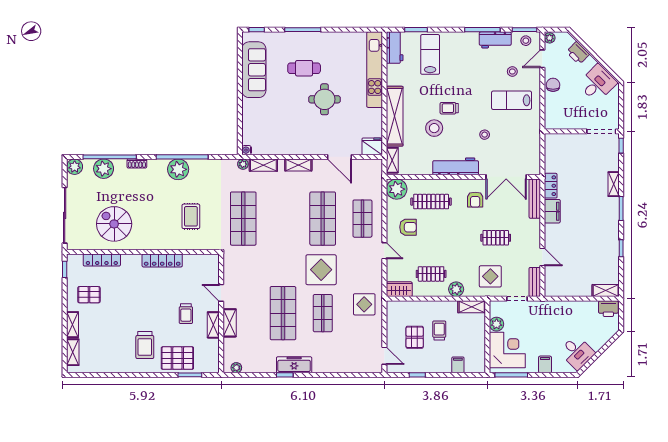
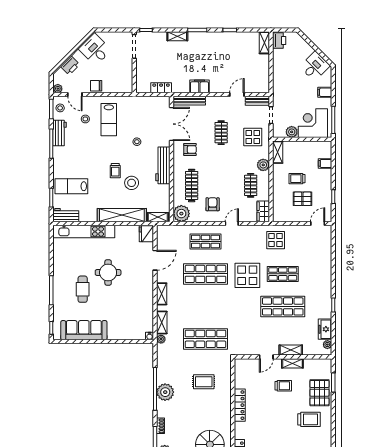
locker: (551, 186) -> (161, 88), moved
freezer: (294, 365) -> (325, 329), moved, width x0.71

